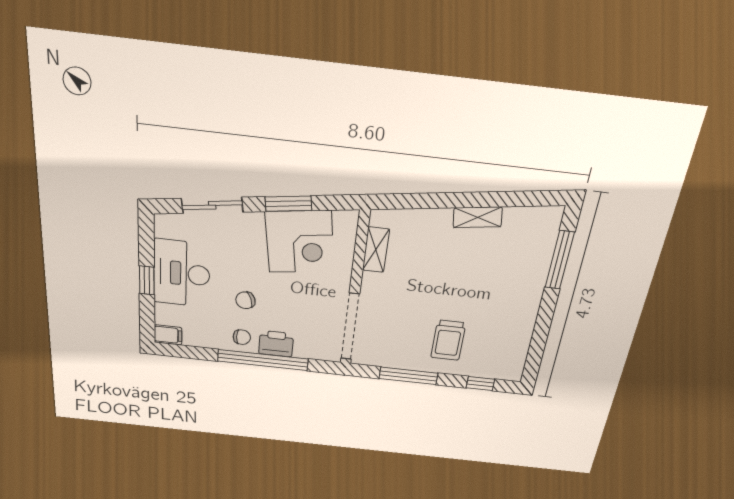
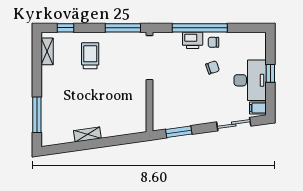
window: (288, 204) -> (179, 132), moved
corner desk: (300, 242) -> (184, 108), removed
shelving: (376, 250) -> (47, 51), moved
filing cabinet: (168, 335) -> (258, 108), moved
window: (408, 376) -> (123, 28), moved

